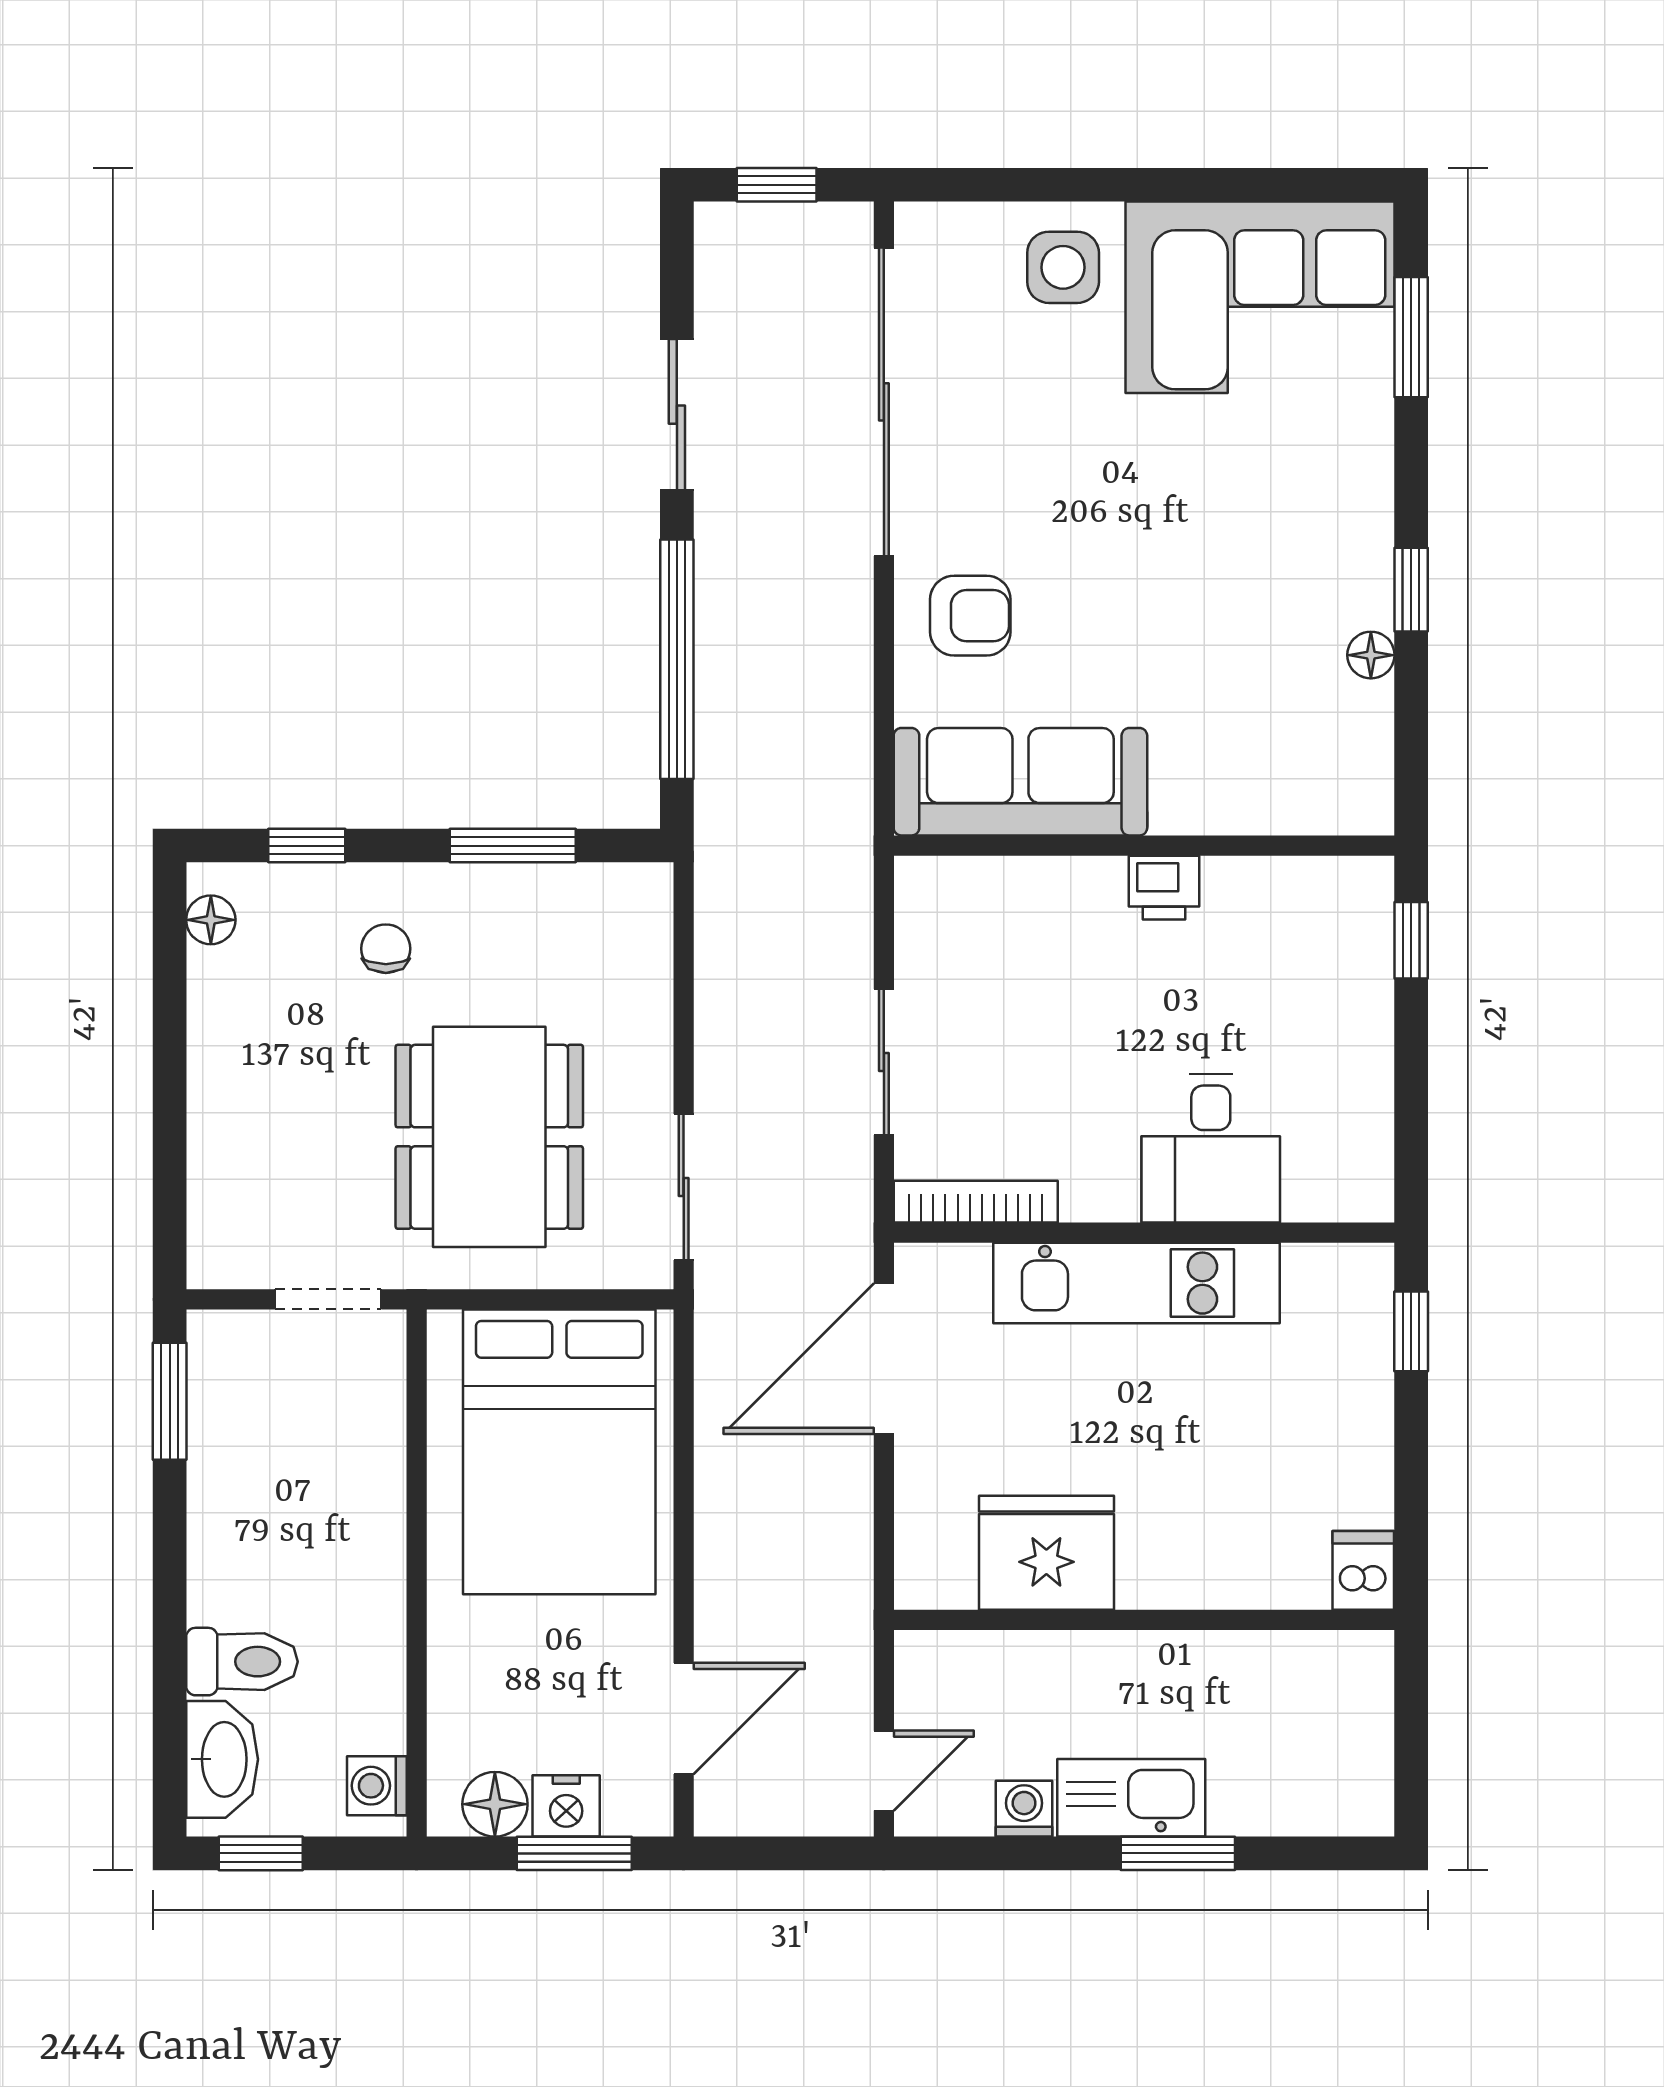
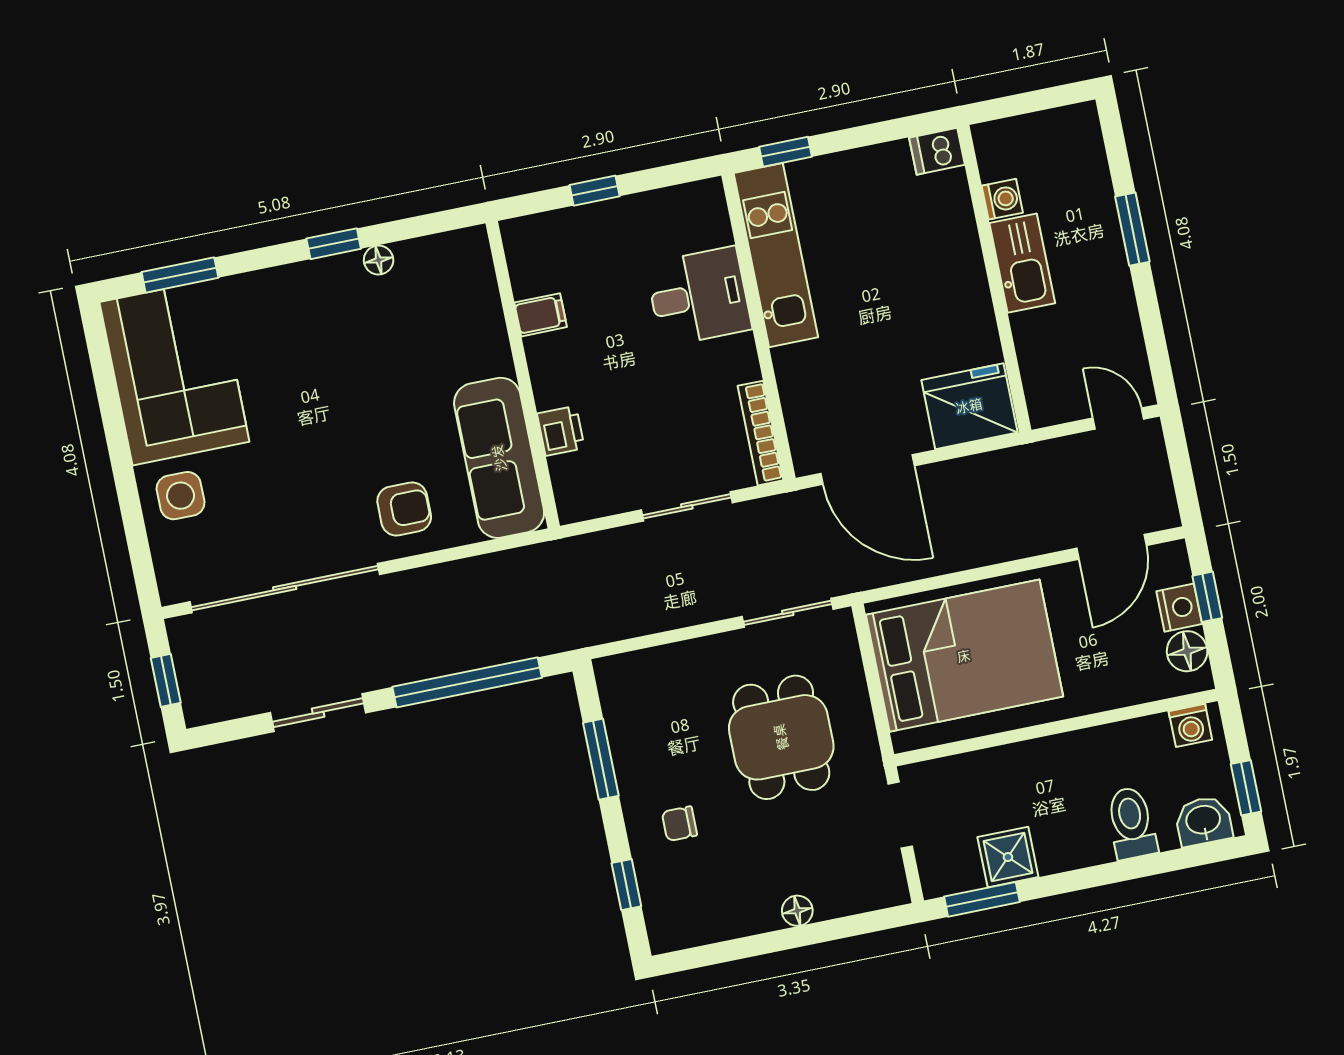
armchair: (970, 616) -> (404, 509), turned 90
printer: (1164, 888) -> (561, 431), moved
filing cabinet: (1233, 893) -> (541, 315), added
floor lamp: (211, 920) -> (797, 911), moved
window: (1411, 940) -> (595, 191), moved
dining table: (489, 1137) -> (781, 737), width x0.73
kitchen unit: (1137, 1283) -> (776, 255), moved
shower: (228, 1456) -> (1008, 857), added
fridge: (1046, 1553) -> (969, 406), moved, turned 90
door: (684, 1719) -> (1111, 547), swing flipped
washbasin: (222, 1759) -> (1203, 821), width x0.72
kitchen sink: (1131, 1798) -> (1022, 263), moved, turned 180
washing machine: (1024, 1809) -> (1002, 199), moved, turned 180
window: (574, 1853) -> (1207, 597), width x0.67

